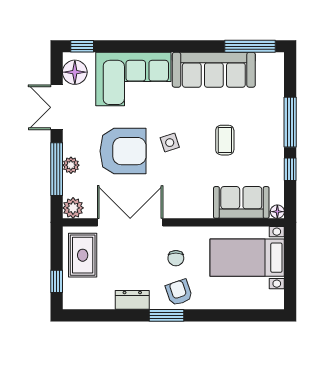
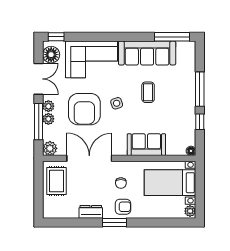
double door: (57, 107) -> (39, 79), swing flipped
coffee table: (225, 140) -> (148, 92), moved
plant: (71, 147) -> (48, 106), added
armchair: (123, 151) -> (84, 109), turned 90
sofa: (241, 202) -> (146, 145), moved
window: (57, 281) -> (39, 199), removed
armchair: (179, 292) -> (123, 207), turned 109
plant: (276, 299) -> (190, 211), added

